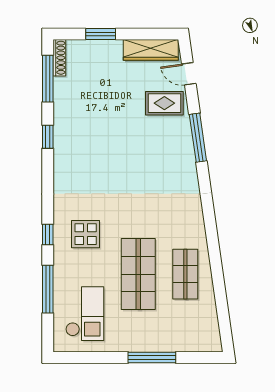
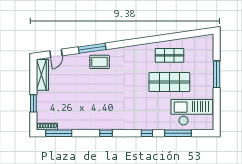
rug: (164, 103) -> (100, 62), moved, turned 90
window: (48, 137) -> (106, 133), moved
display table: (86, 234) -> (147, 112), removed
checkout: (85, 314) -> (192, 112), width x1.36, depth x1.21

